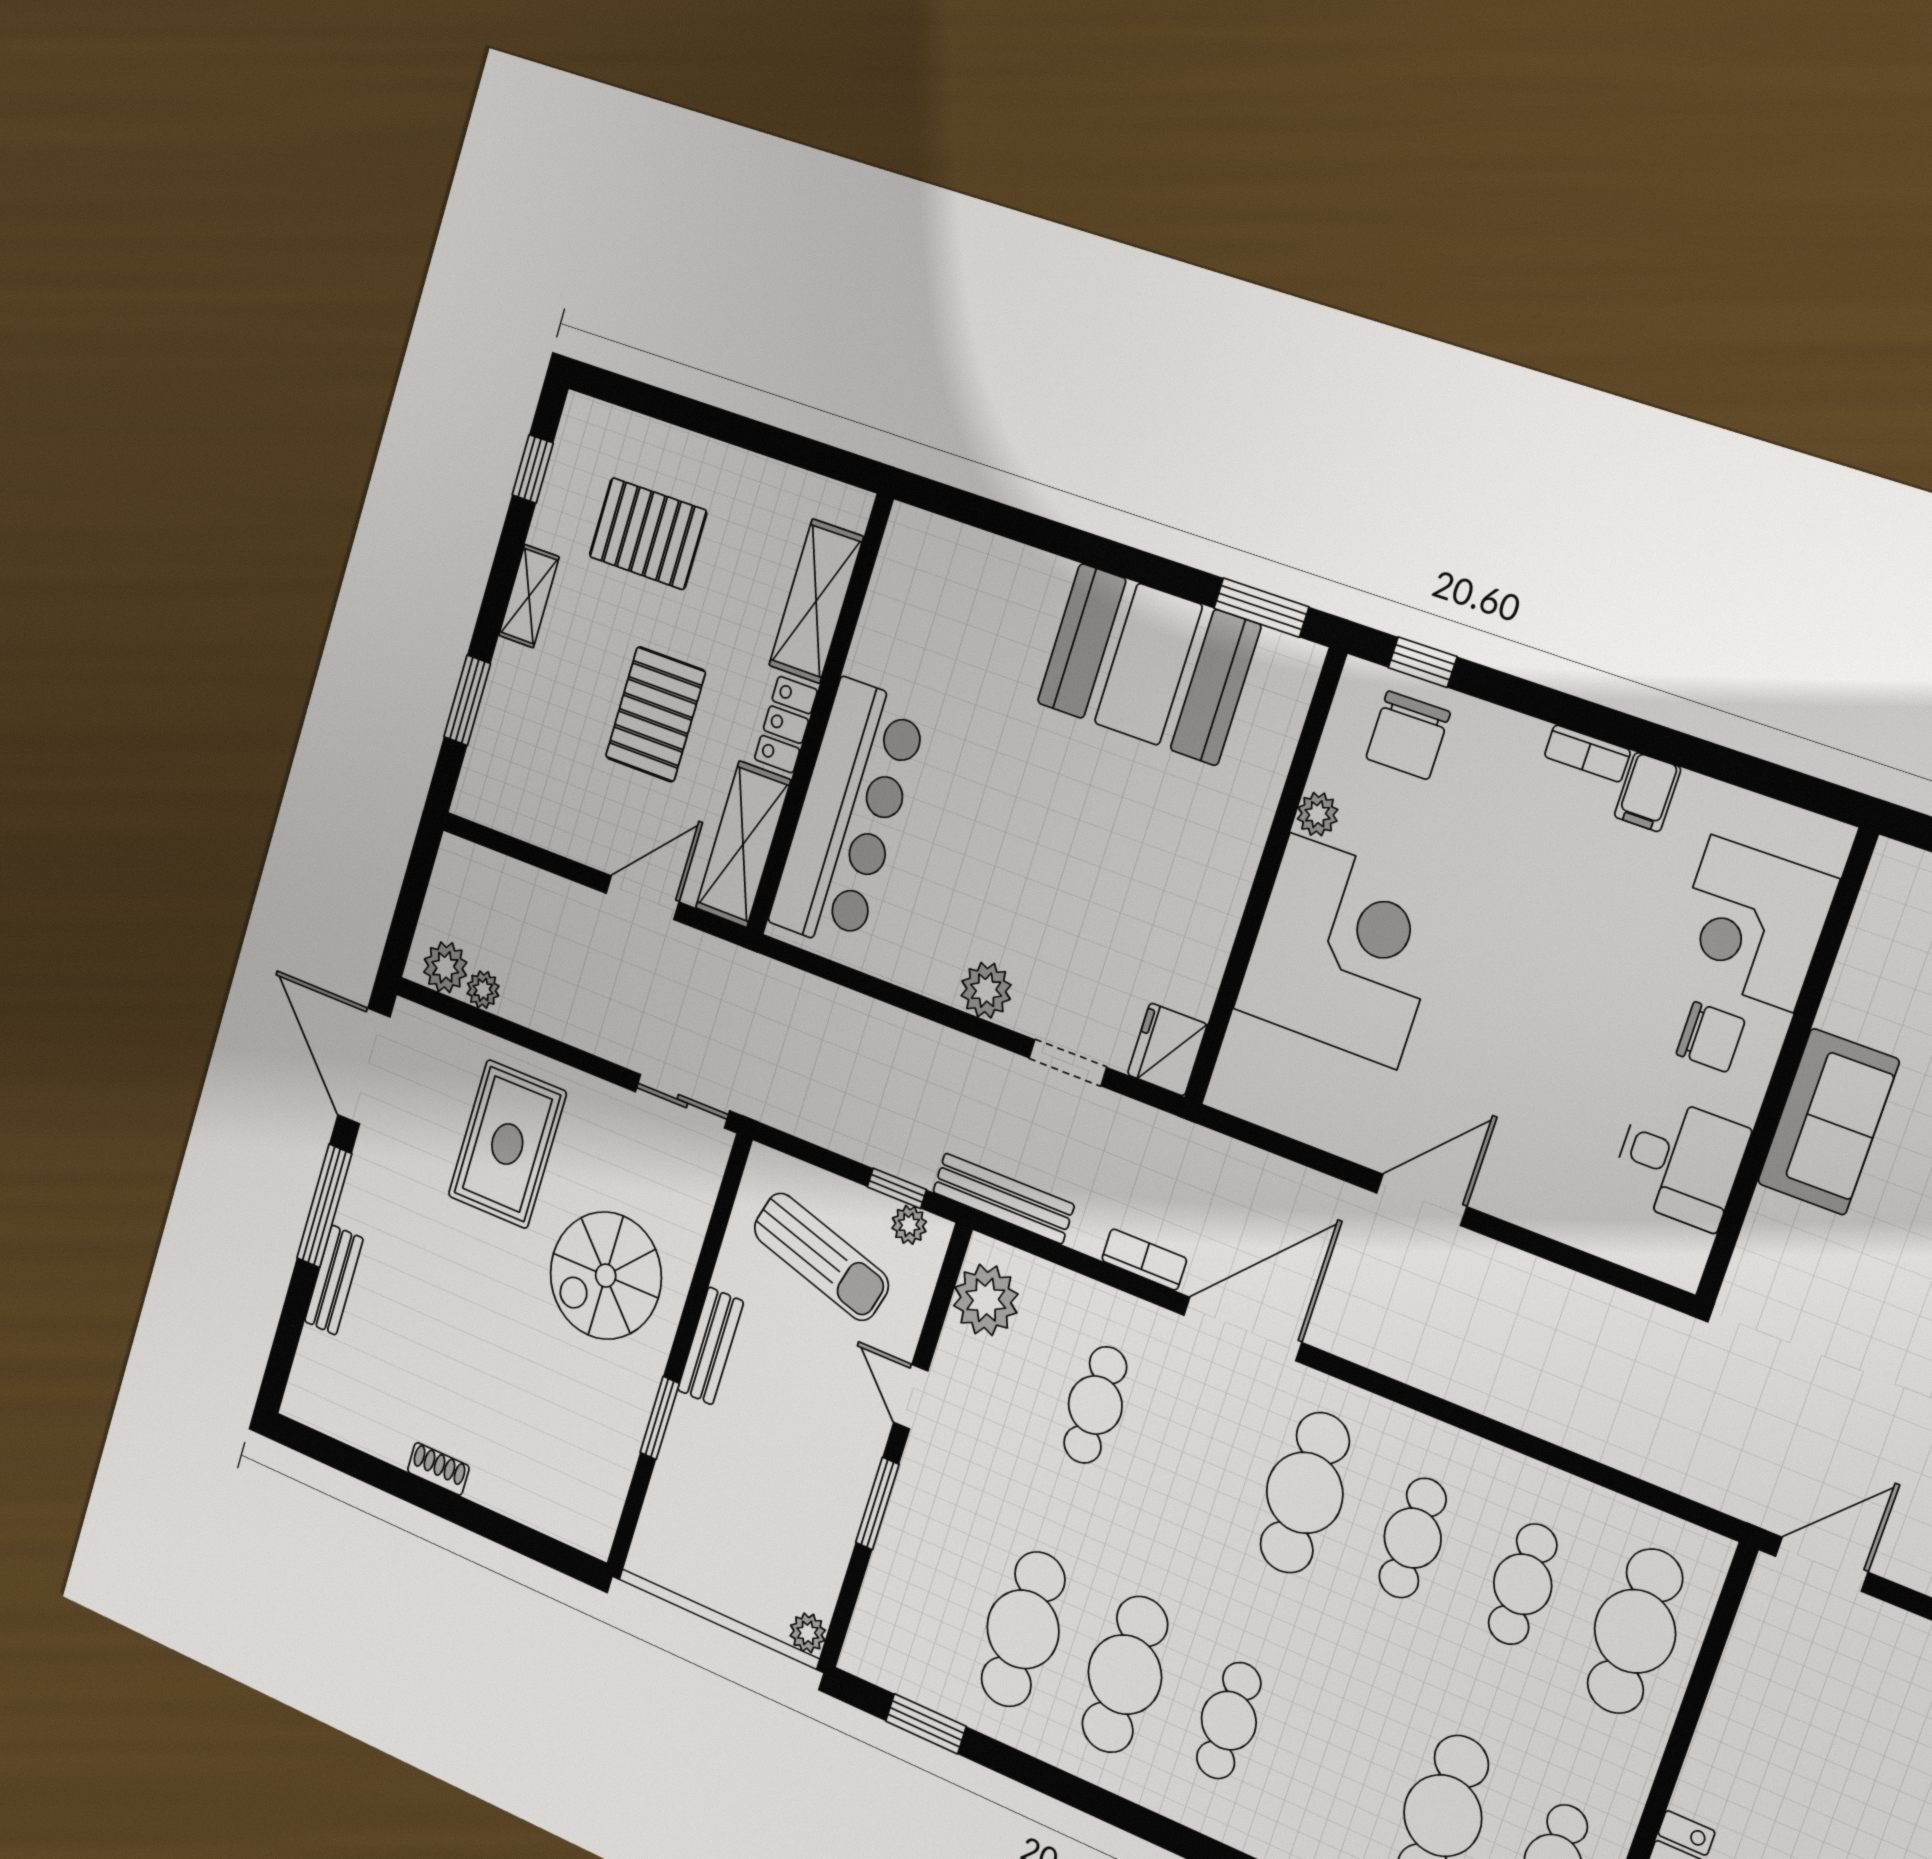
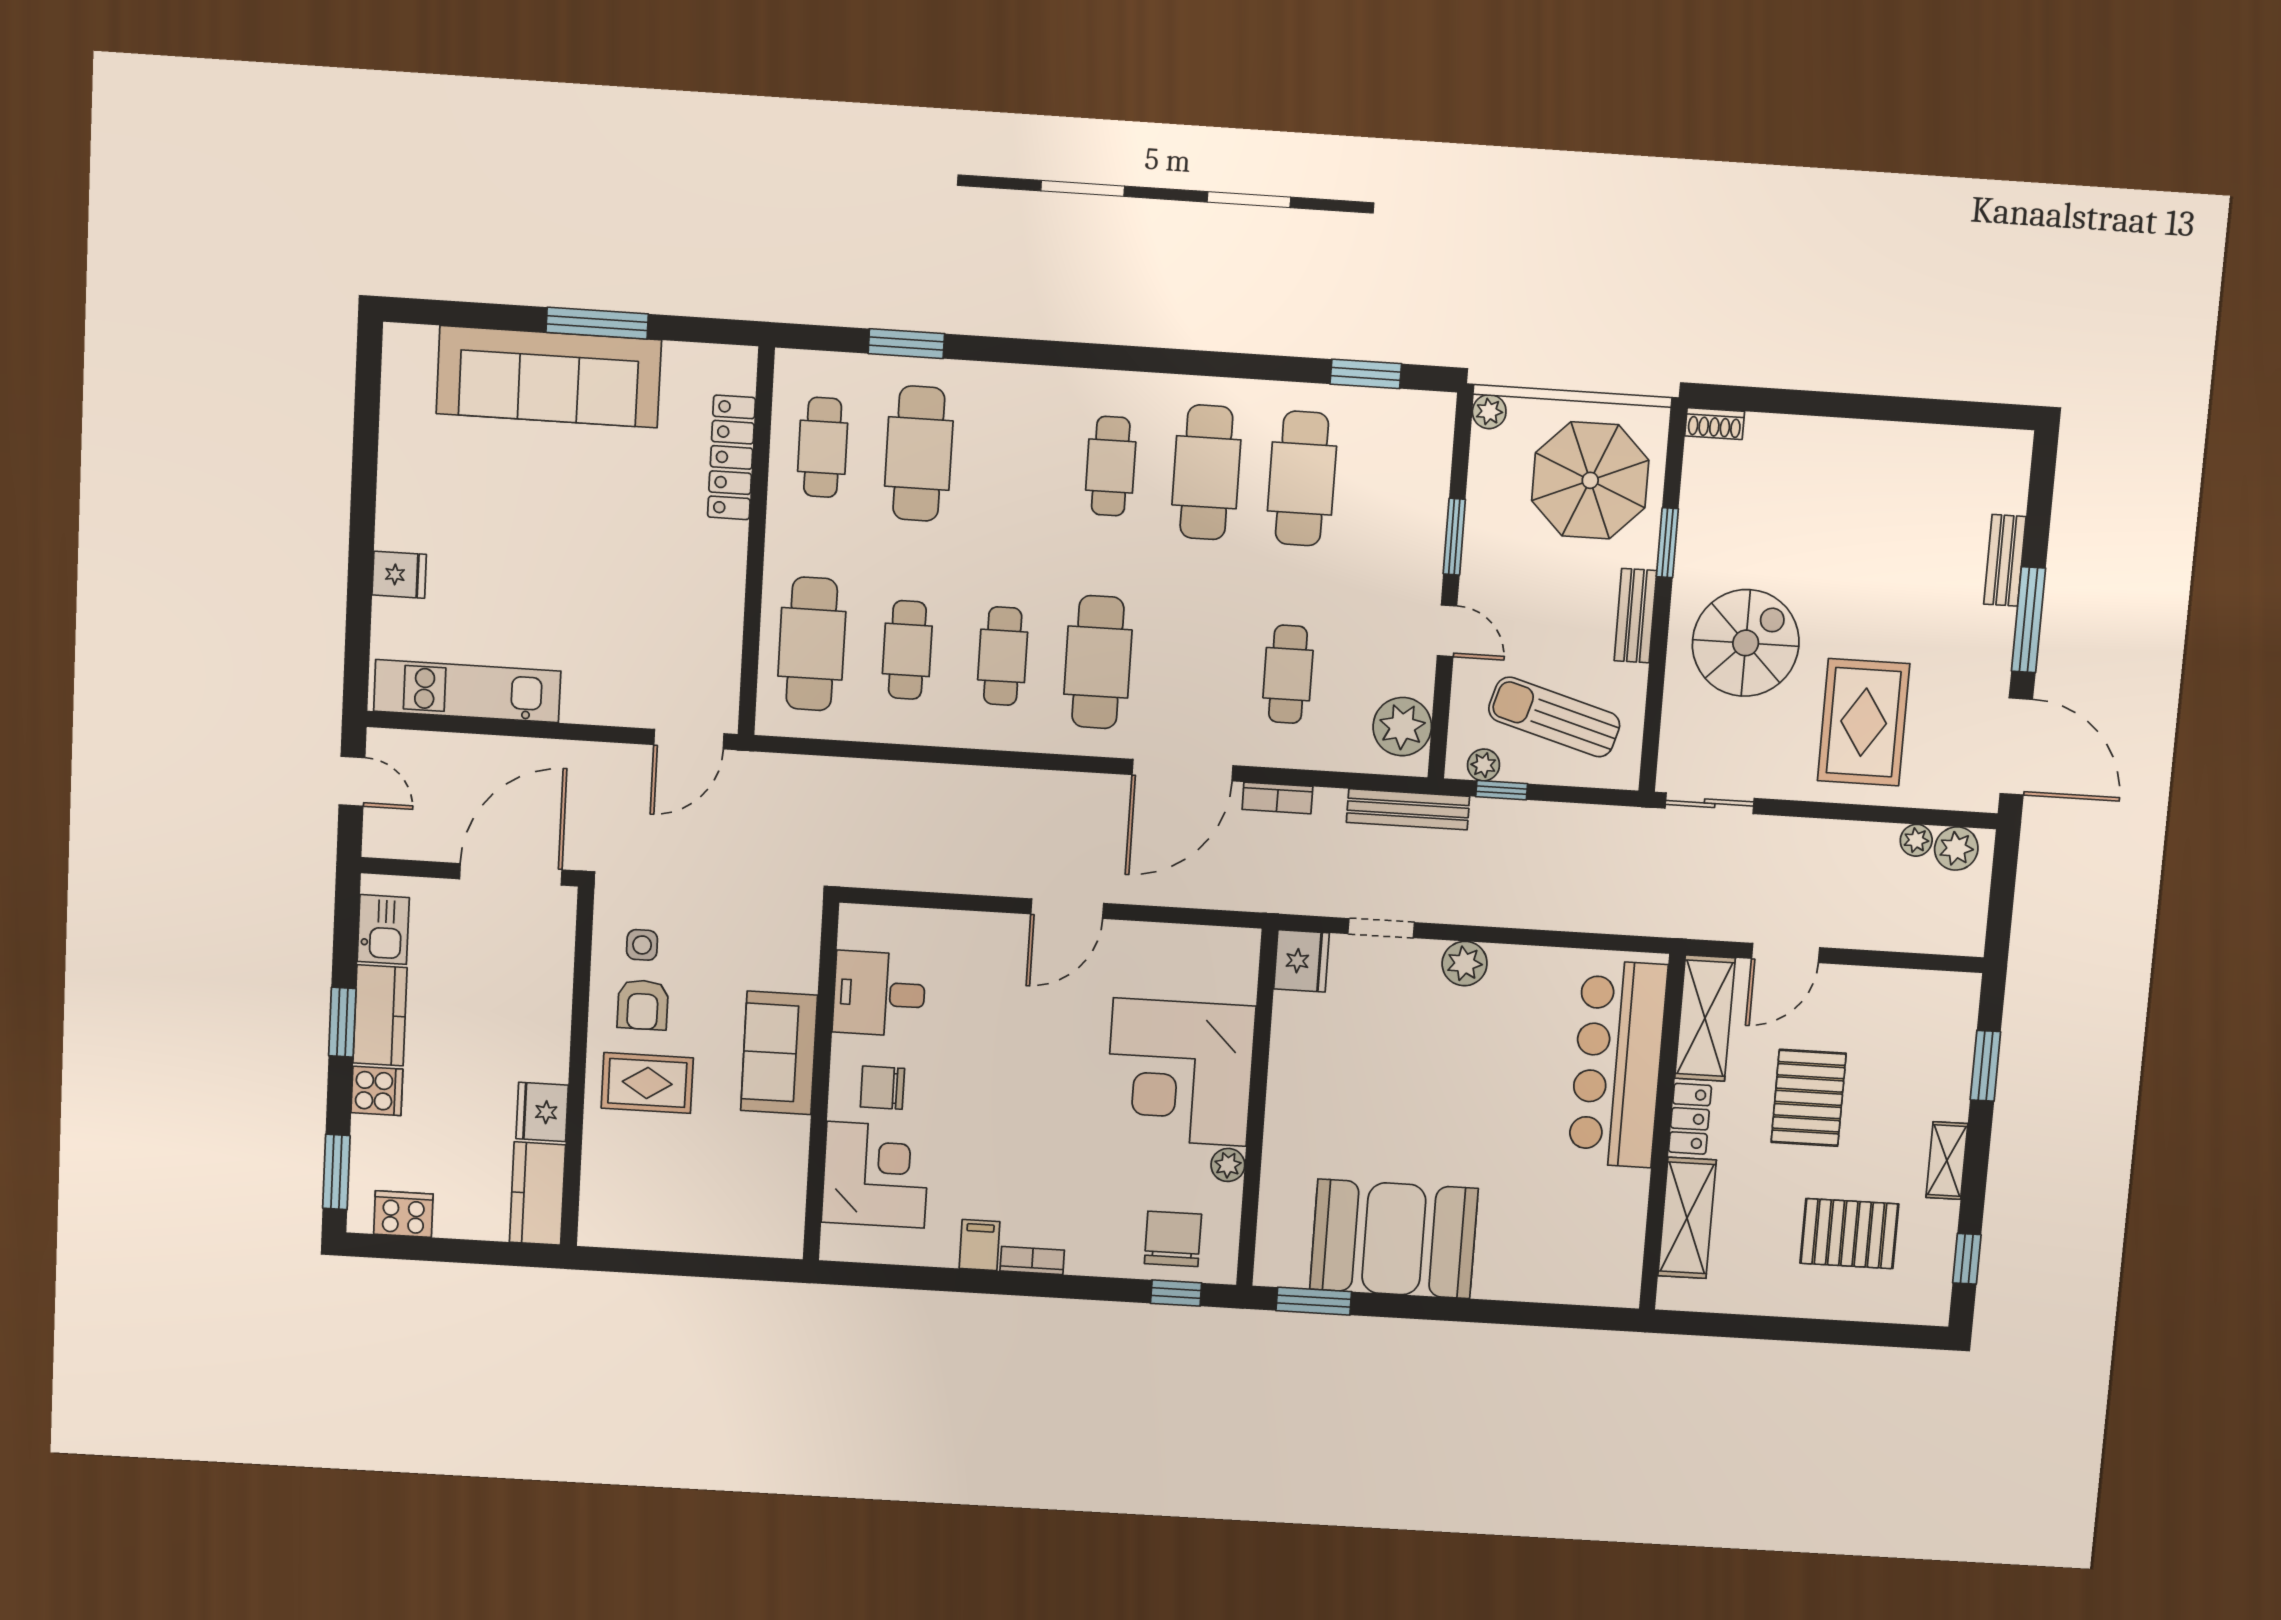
shoe rack: (438, 1469) -> (1715, 424), moved
parasol: (722, 1517) -> (1590, 480), added

